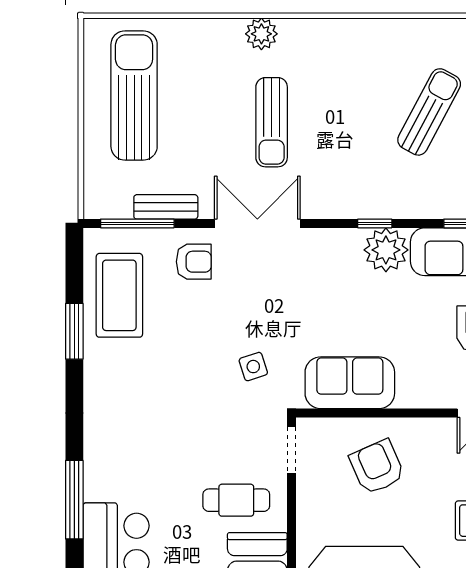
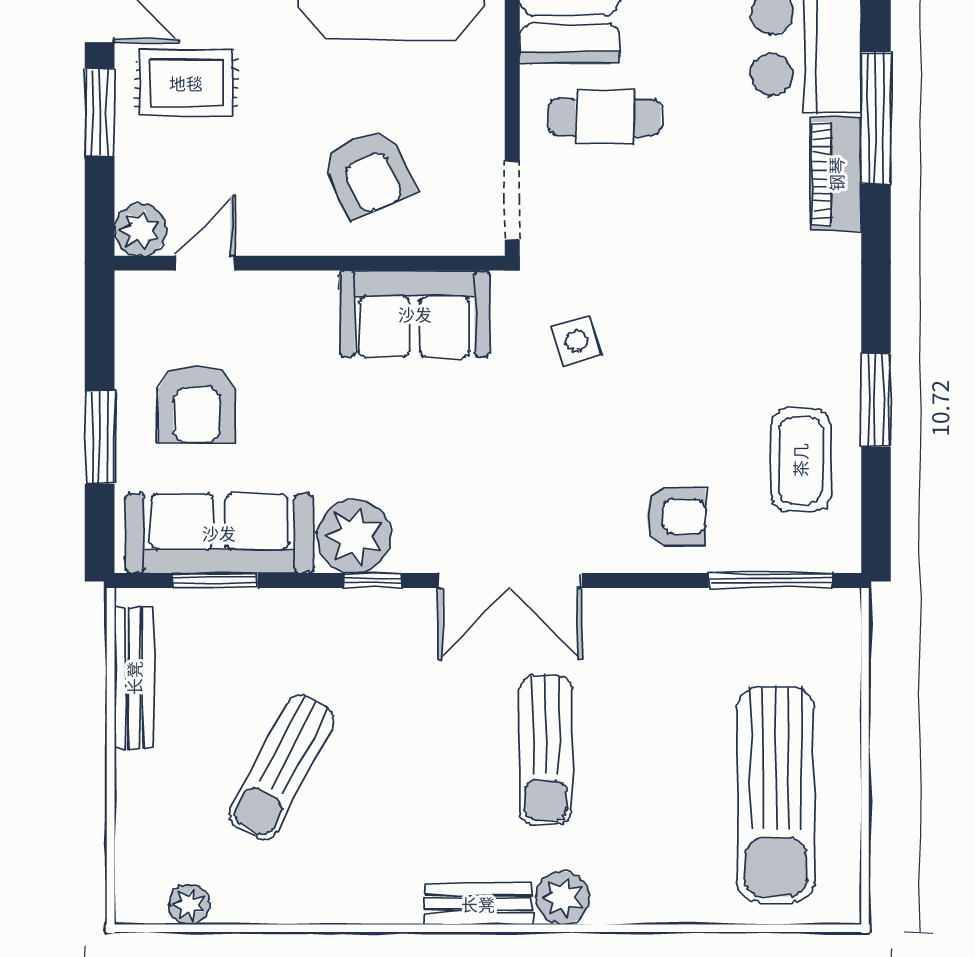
sun lounger: (272, 122) -> (546, 750), turned 180
bench: (166, 207) -> (478, 904), moved
double door: (257, 223) -> (510, 580), moved
armchair: (194, 262) -> (676, 517), turned 180
coffee table: (119, 295) -> (800, 460), width x0.73, depth x0.76
piano: (98, 466) -> (836, 174), added

